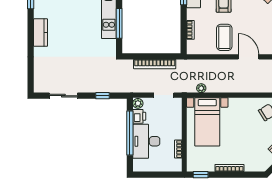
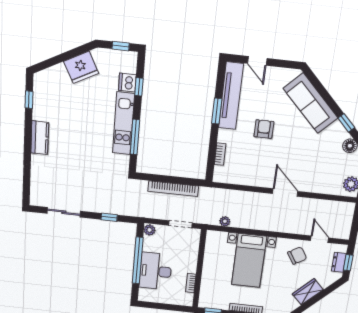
coffee table: (224, 37) -> (259, 167), removed
printer: (139, 116) -> (150, 244), removed
bed with nightstands: (207, 122) -> (249, 261), moved

